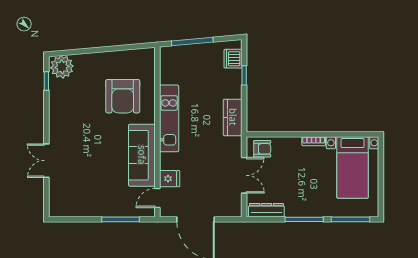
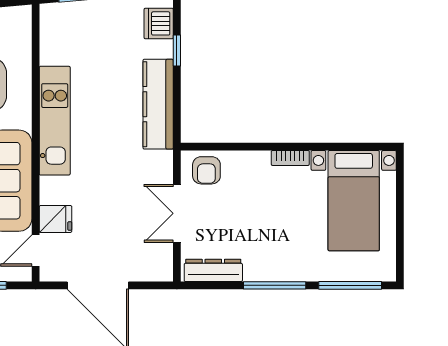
kitchen counter: (233, 117) -> (158, 104), width x1.50
armchair: (262, 149) -> (206, 170), turned 90
double door: (244, 175) -> (177, 213), swing flipped

